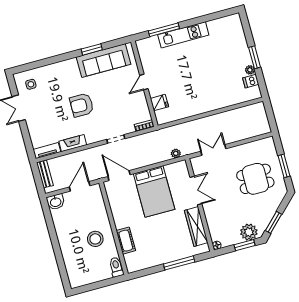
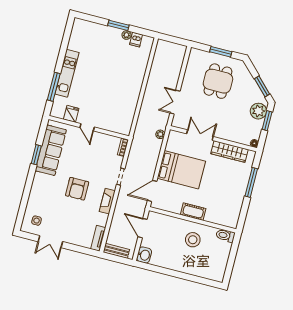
fridge: (159, 103) -> (71, 114), moved
fireplace: (73, 143) -> (107, 201), moved
cot: (126, 241) -> (193, 212), moved

